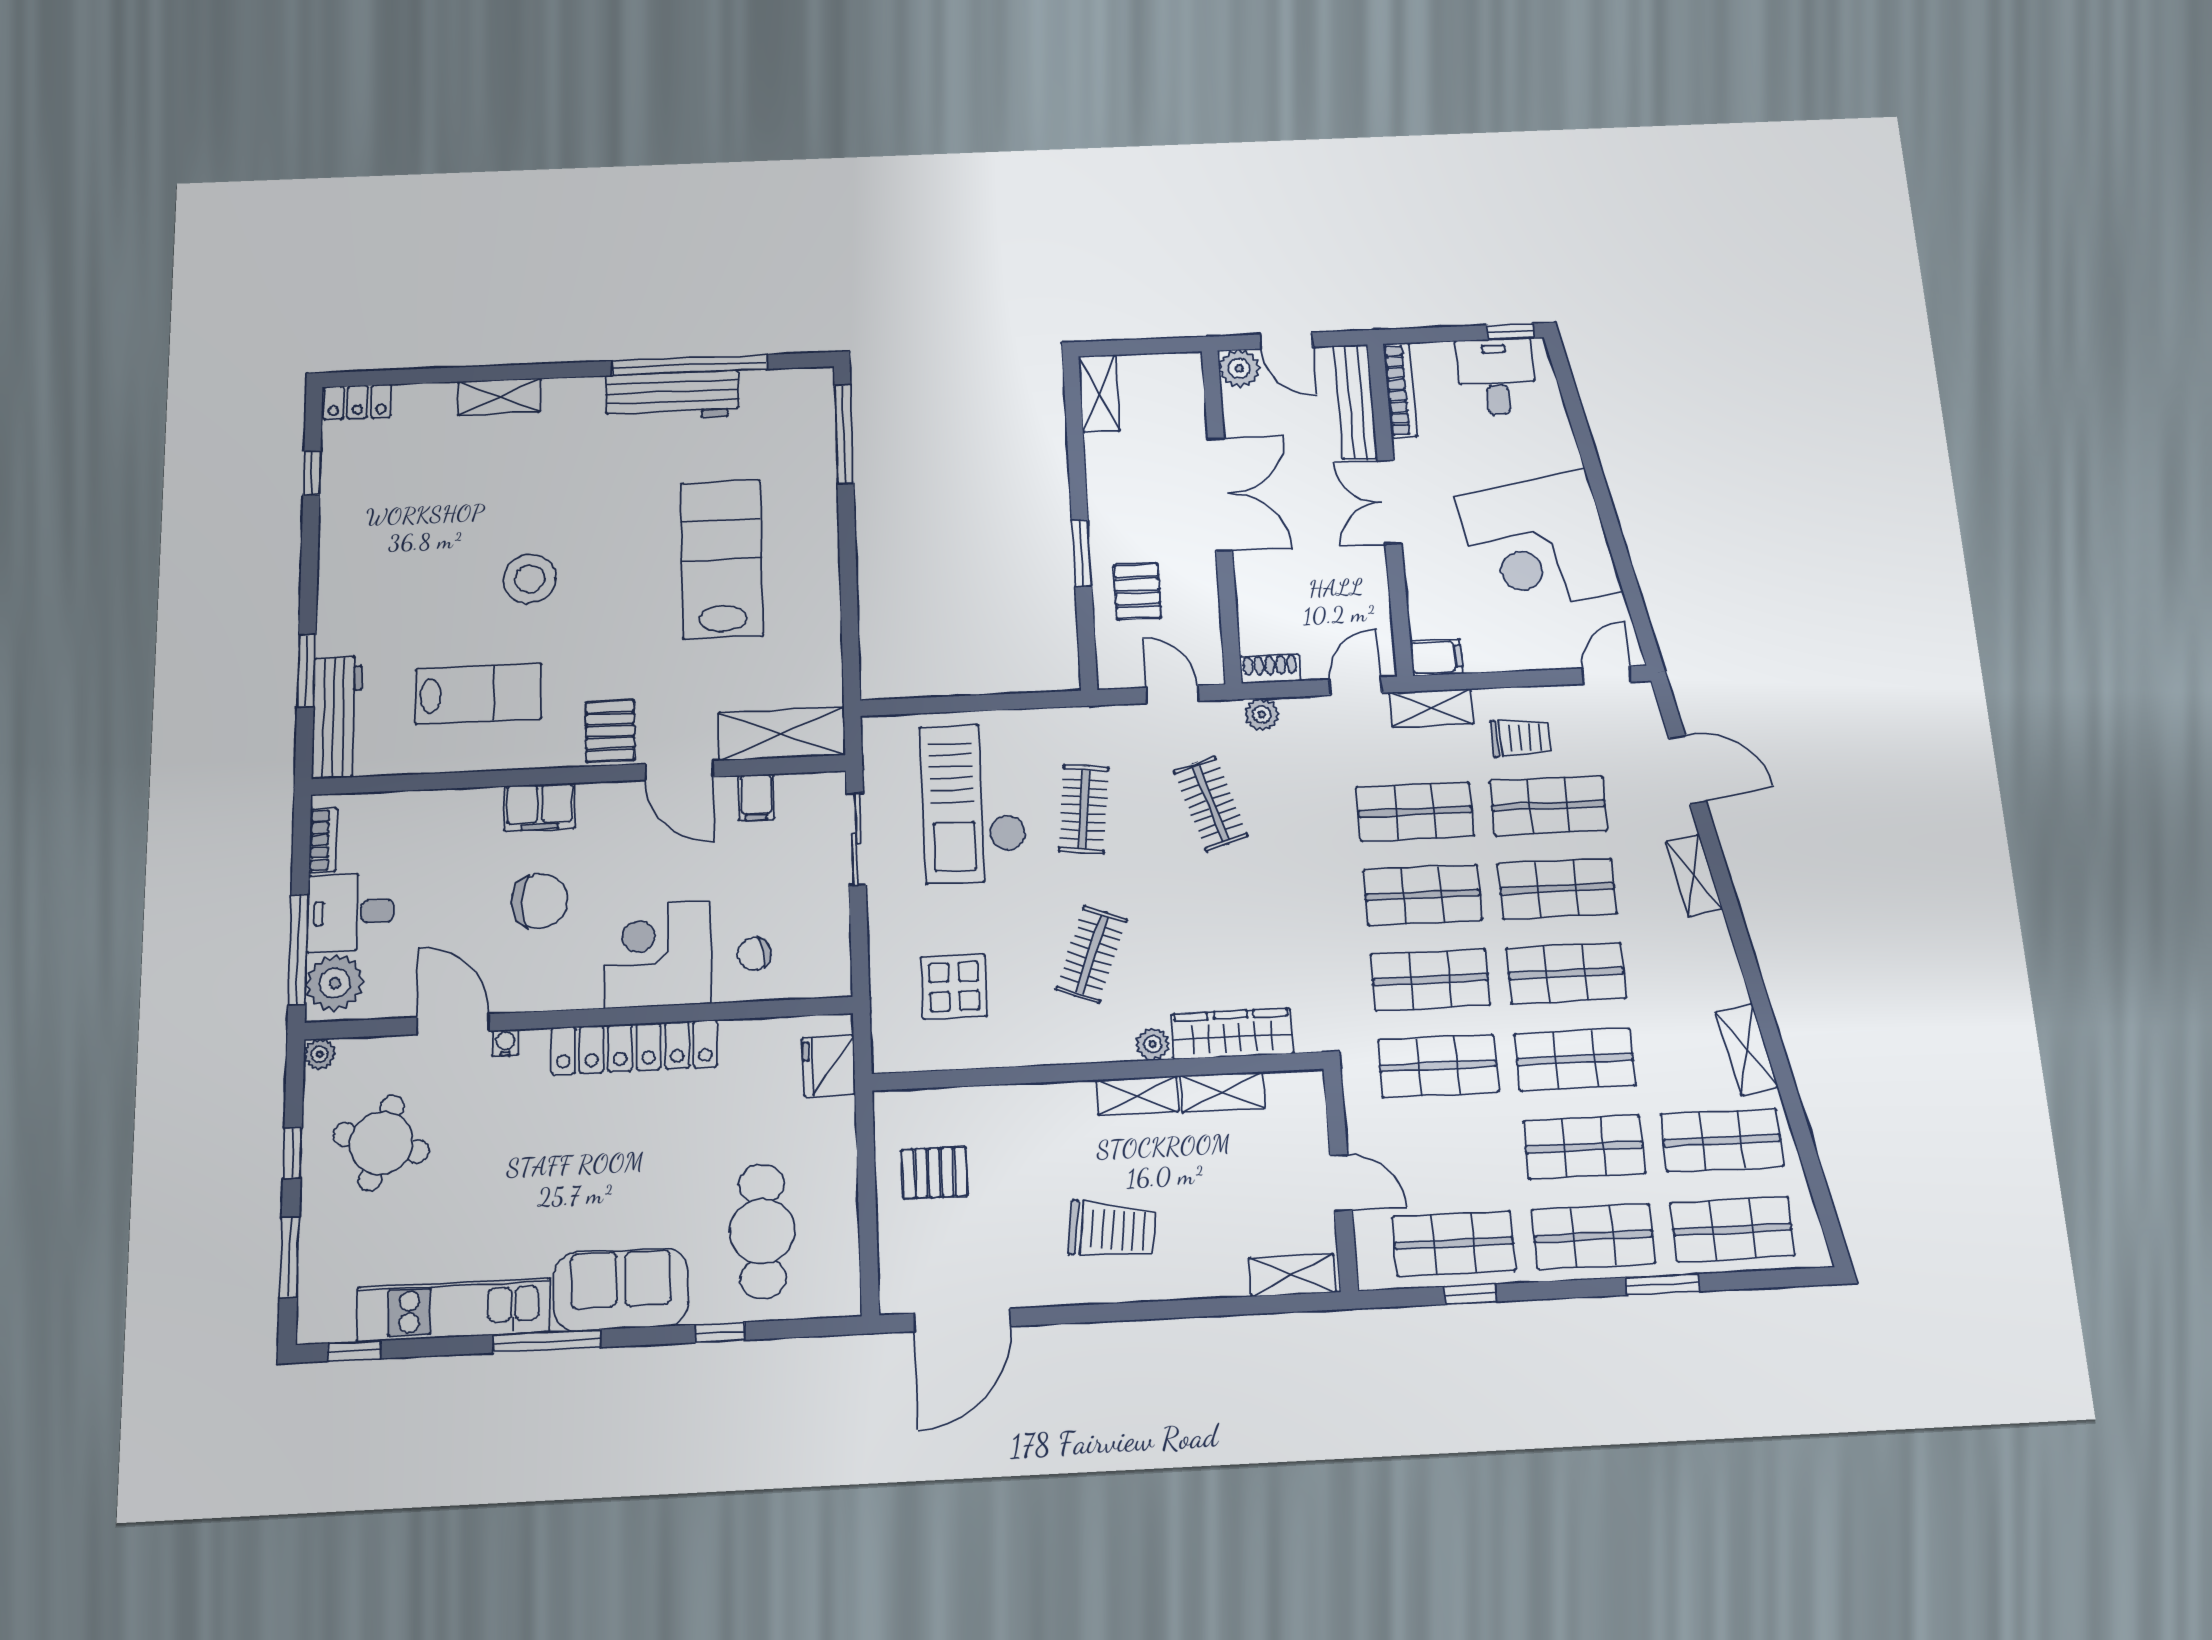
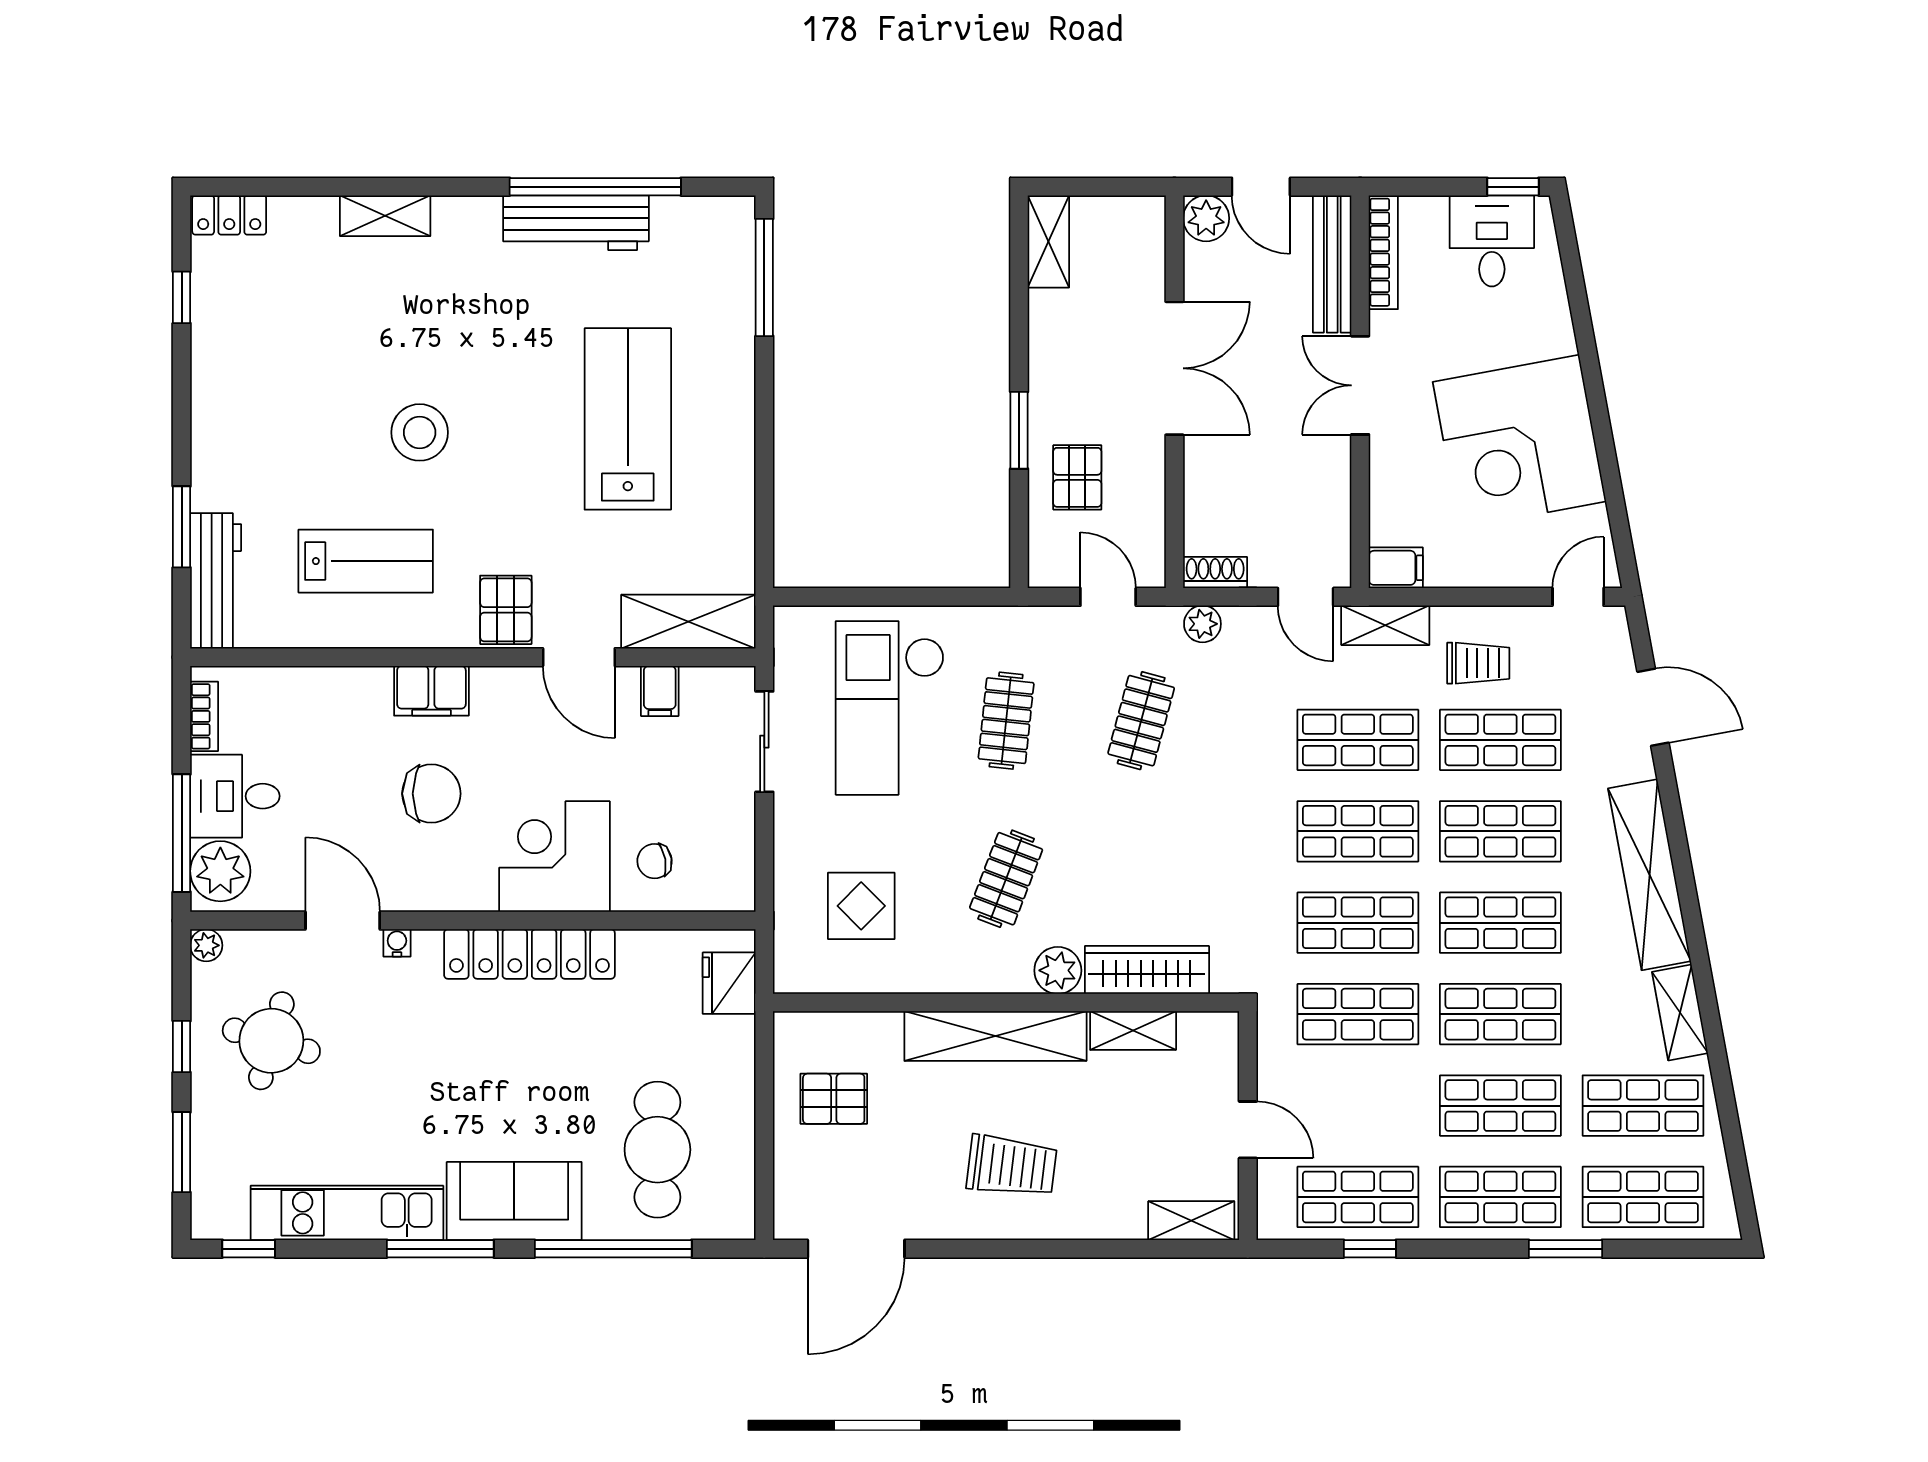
door: (1355, 686) -> (1306, 597), swing flipped
clothes rail: (1211, 803) -> (1141, 721), turned 33
shelving: (1694, 875) -> (1650, 875), width x2.20, depth x1.33
plant: (1153, 1044) -> (1058, 970), width x1.38, depth x1.38
shelving: (1137, 1096) -> (995, 1036), width x2.20, depth x1.33
window: (720, 1332) -> (613, 1249), width x3.17

